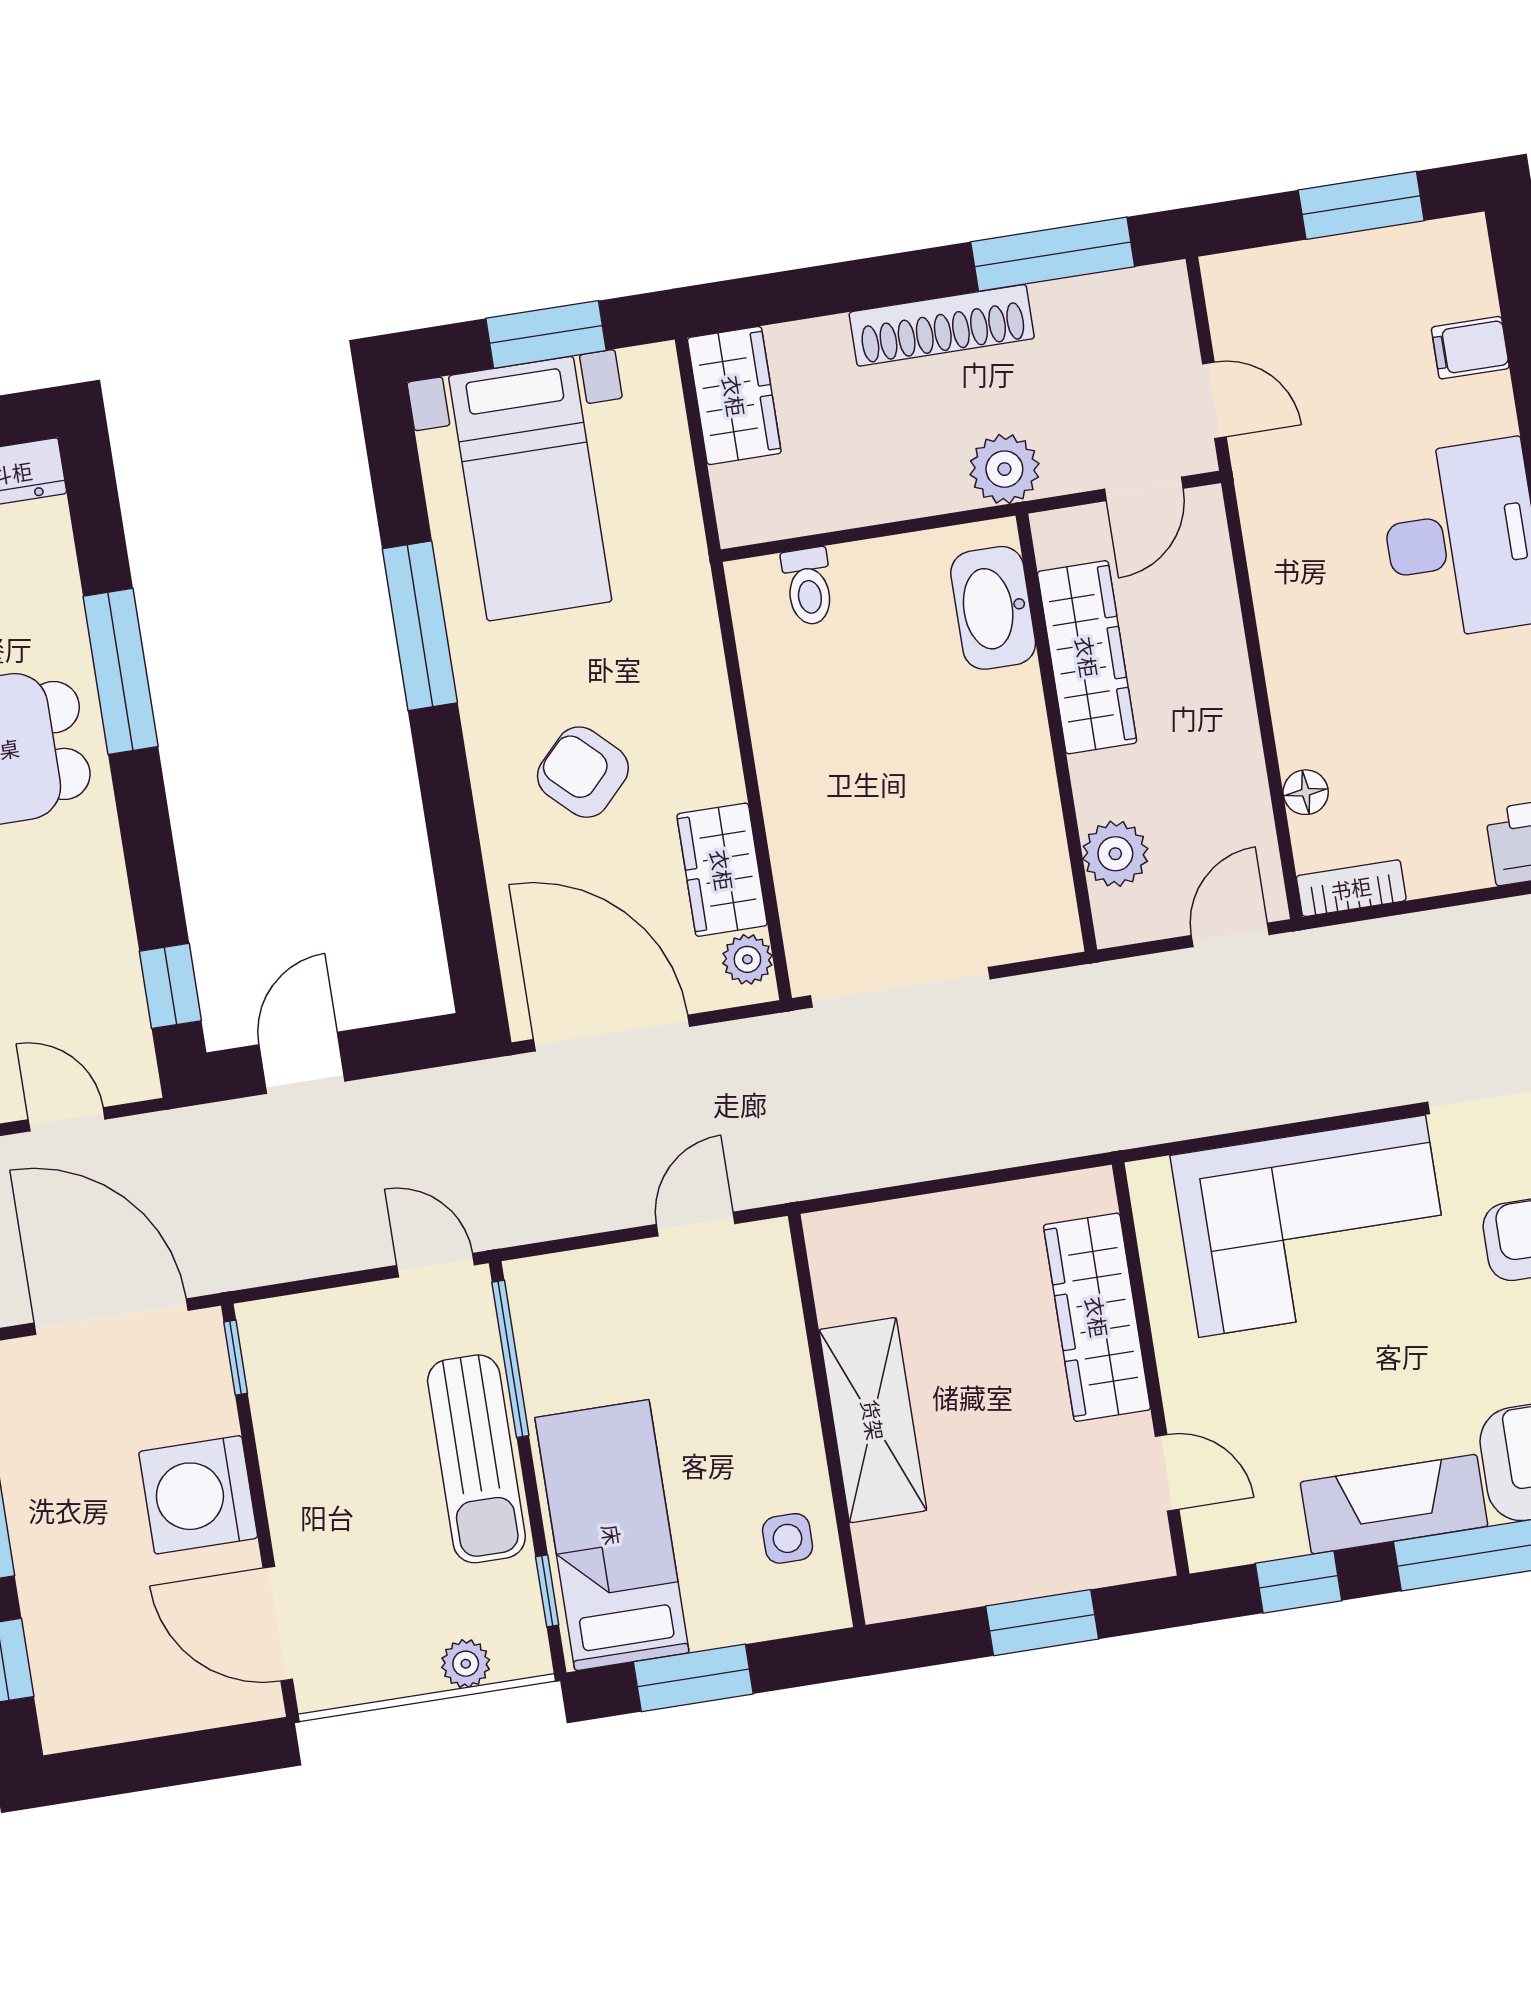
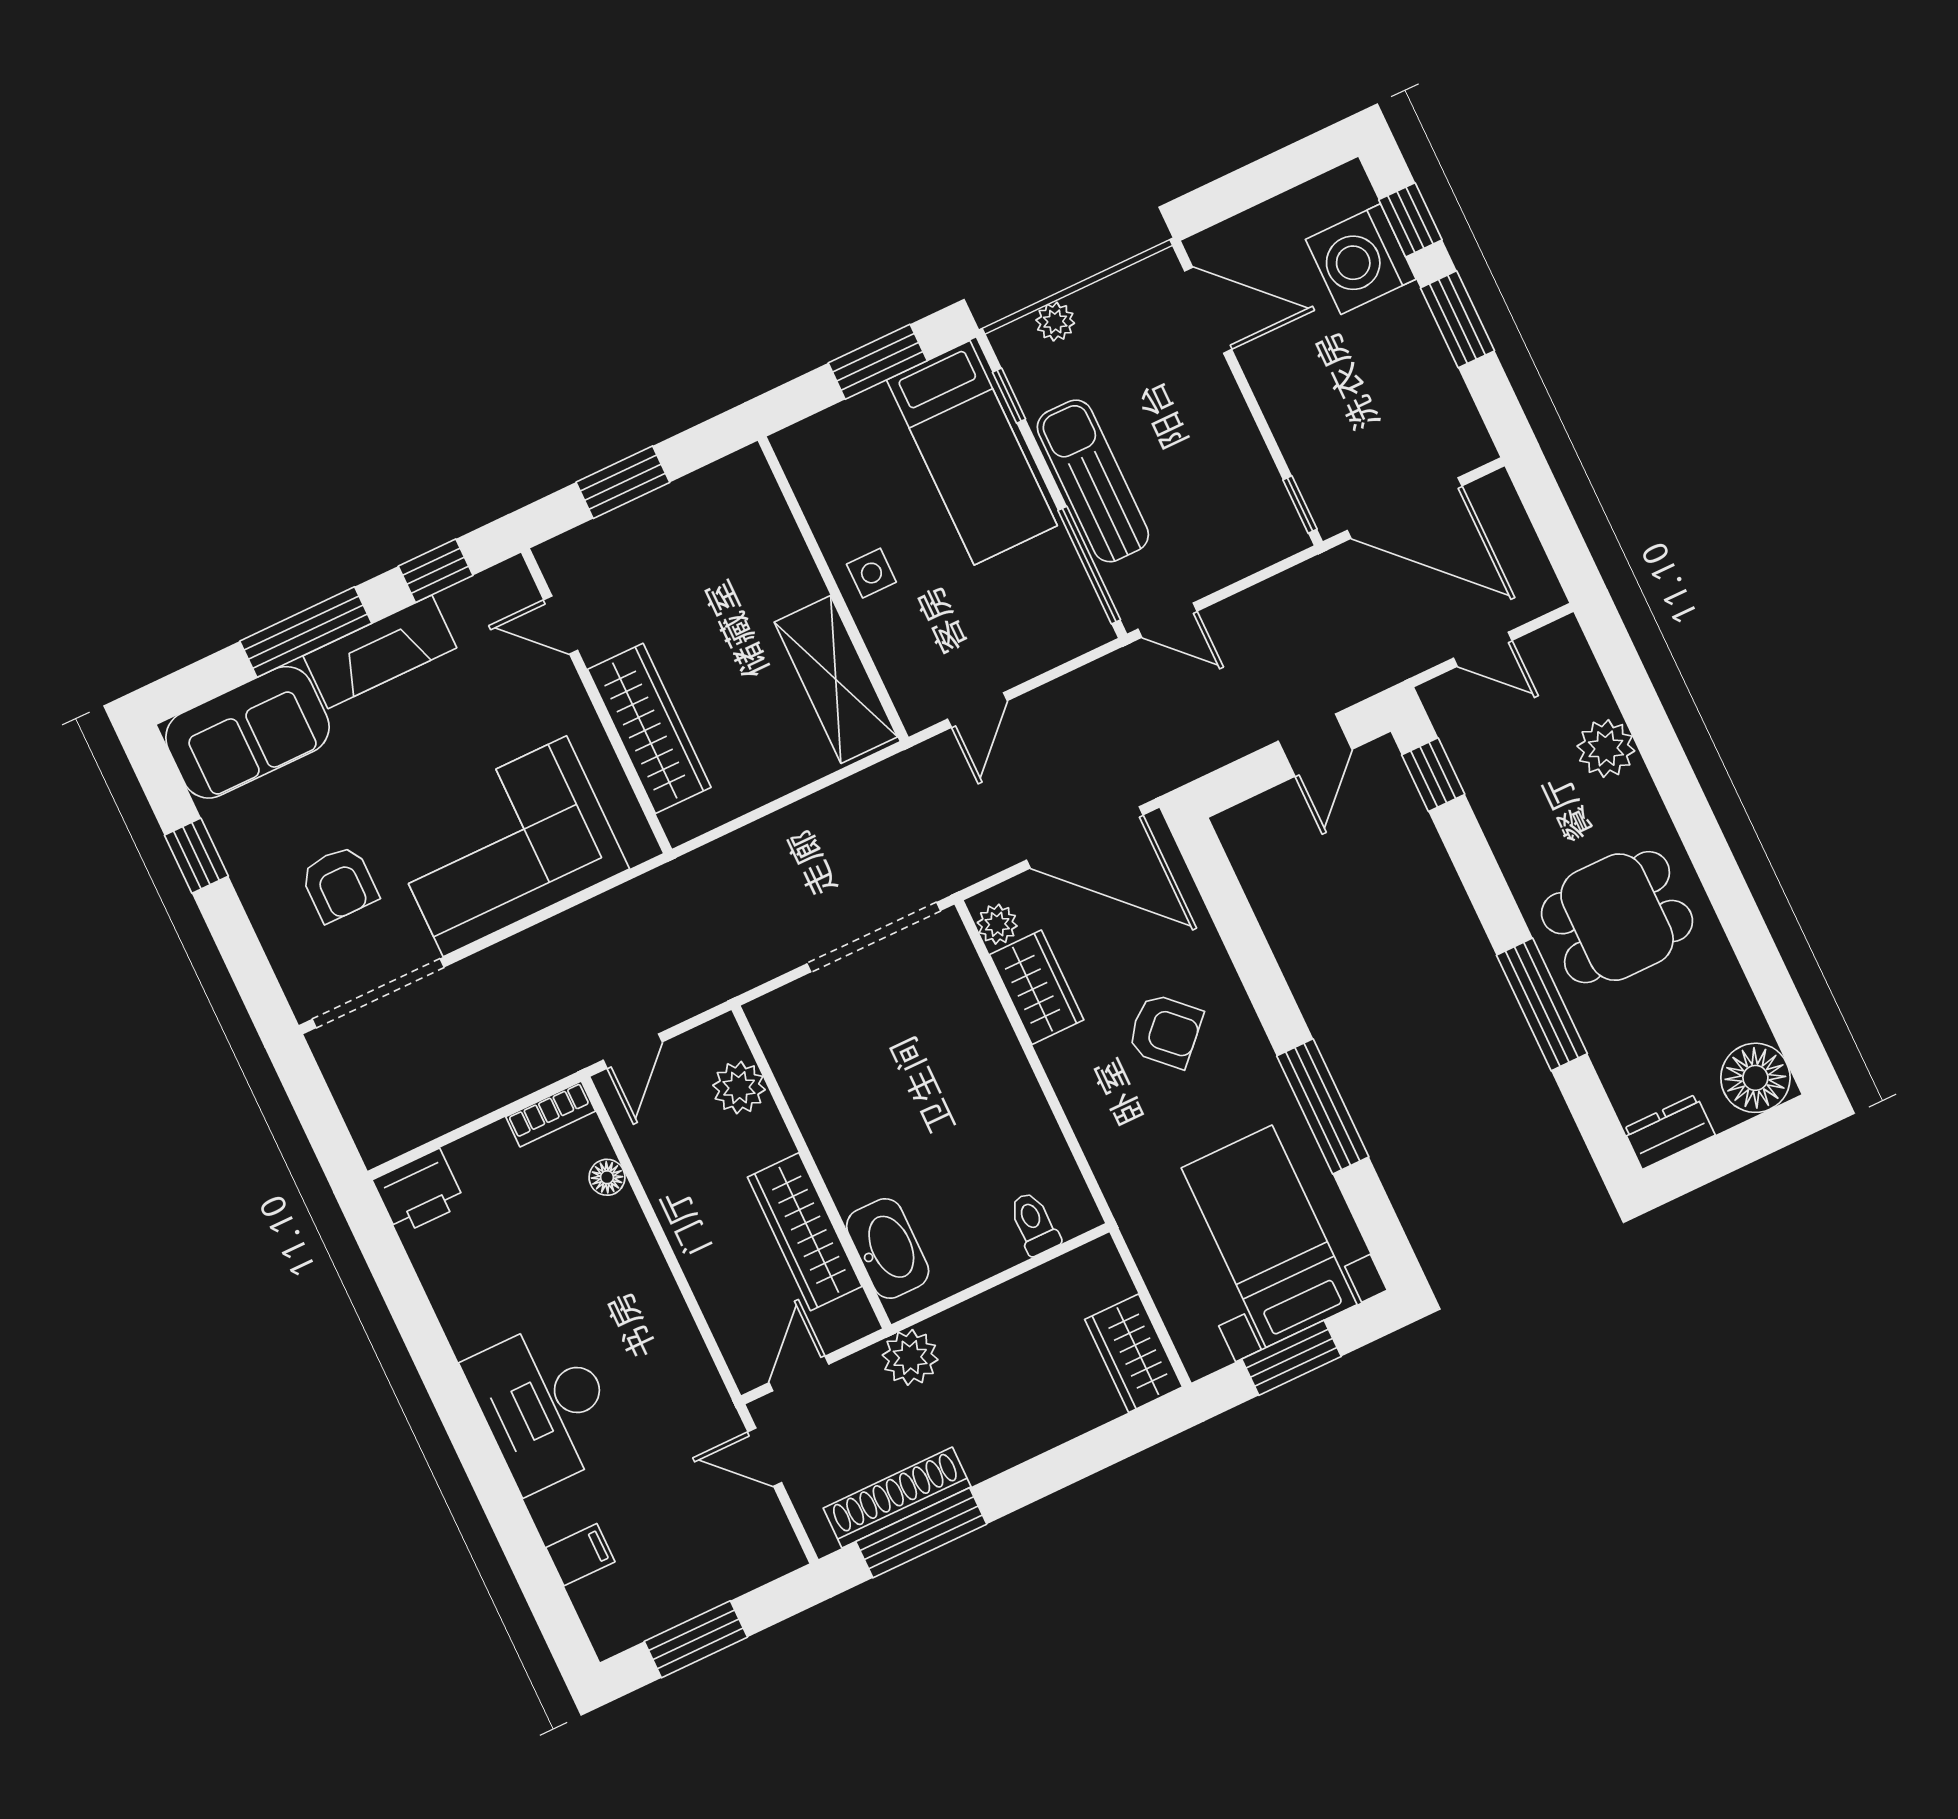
shoe rack: (942, 325) -> (897, 1497), moved
shelving: (873, 1420) -> (836, 679), moved
washing machine: (198, 1495) -> (1361, 259), moved, turned 180
side table: (788, 1538) -> (871, 573), moved

